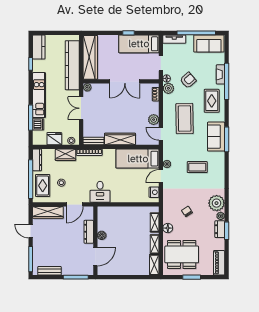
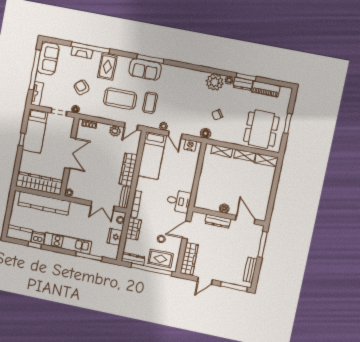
plant: (168, 88) -> (86, 109), removed
rug: (212, 101) -> (107, 67), turned 90
double door: (81, 108) -> (103, 206), moved
dishwasher: (38, 124) -> (38, 238), moved
coffee table: (197, 167) -> (150, 103), moved
door: (75, 204) -> (187, 230), swing flipped
floor lamp: (168, 228) -> (206, 133), moved
piano: (219, 263) -> (266, 89), moved

